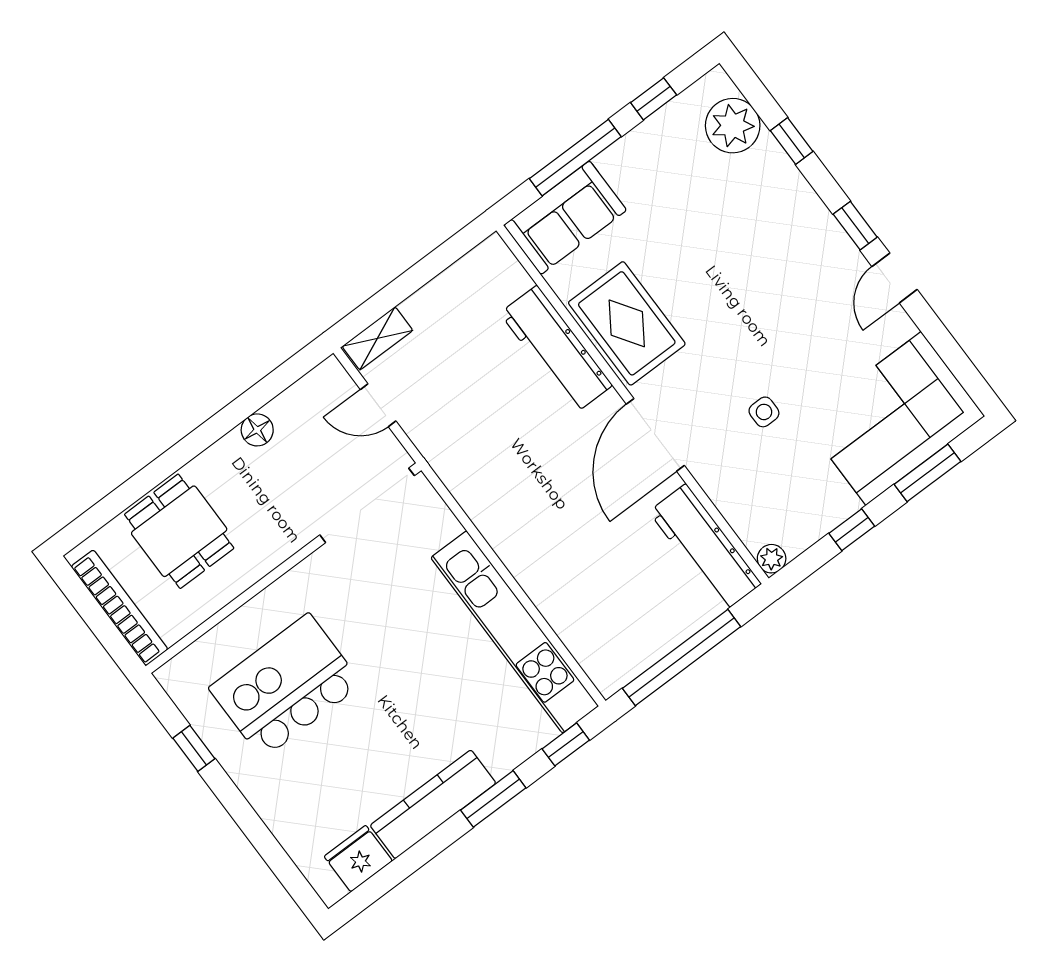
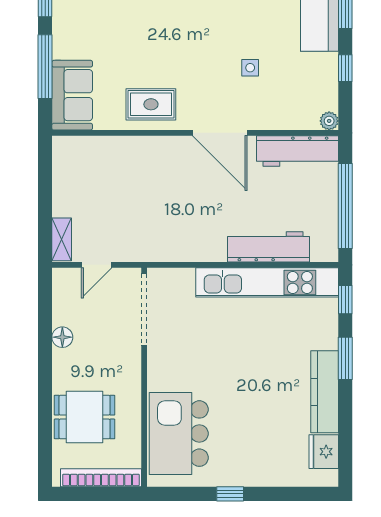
rug: (627, 323) -> (151, 104), width x0.73, depth x0.70
workbench: (556, 349) -> (268, 247), moved, turned 180
kitchen island: (285, 686) -> (179, 434), moved
window: (194, 748) -> (230, 494), moved

